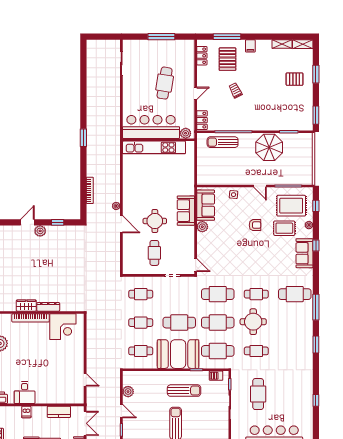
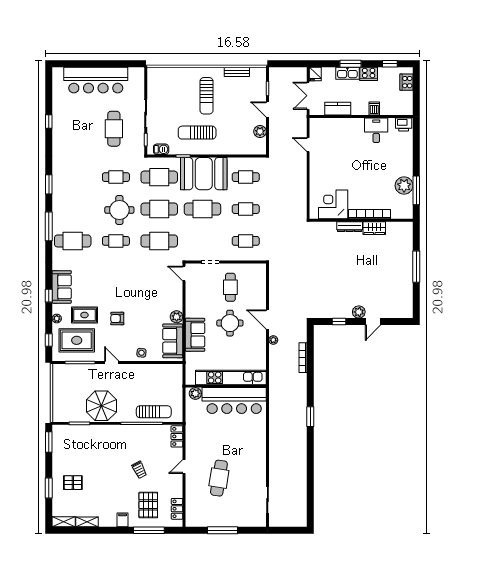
bar counter: (151, 127) -> (234, 401), moved
plant: (186, 133) -> (195, 393), moved
wall: (158, 140) -> (226, 386), moved
kitchen unit: (154, 147) -> (231, 377), moved

